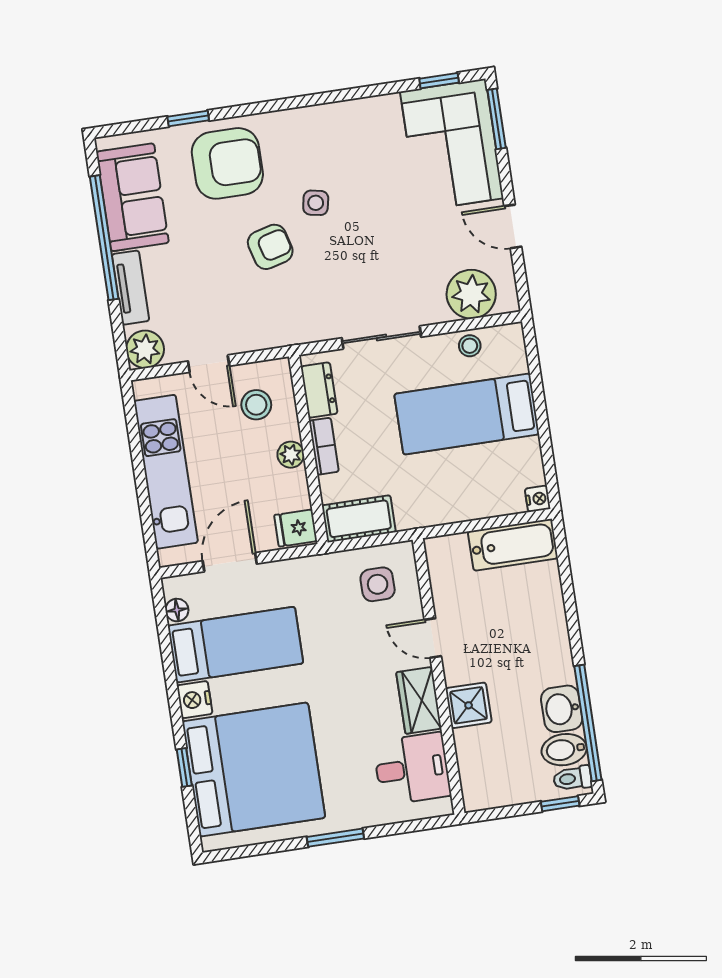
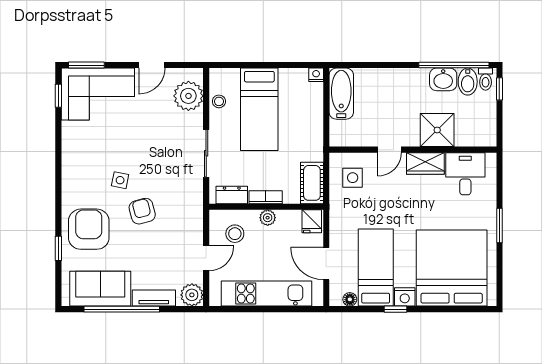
shower: (469, 705) -> (437, 130), width x1.36, depth x1.36
window: (184, 767) -> (395, 309), moved

